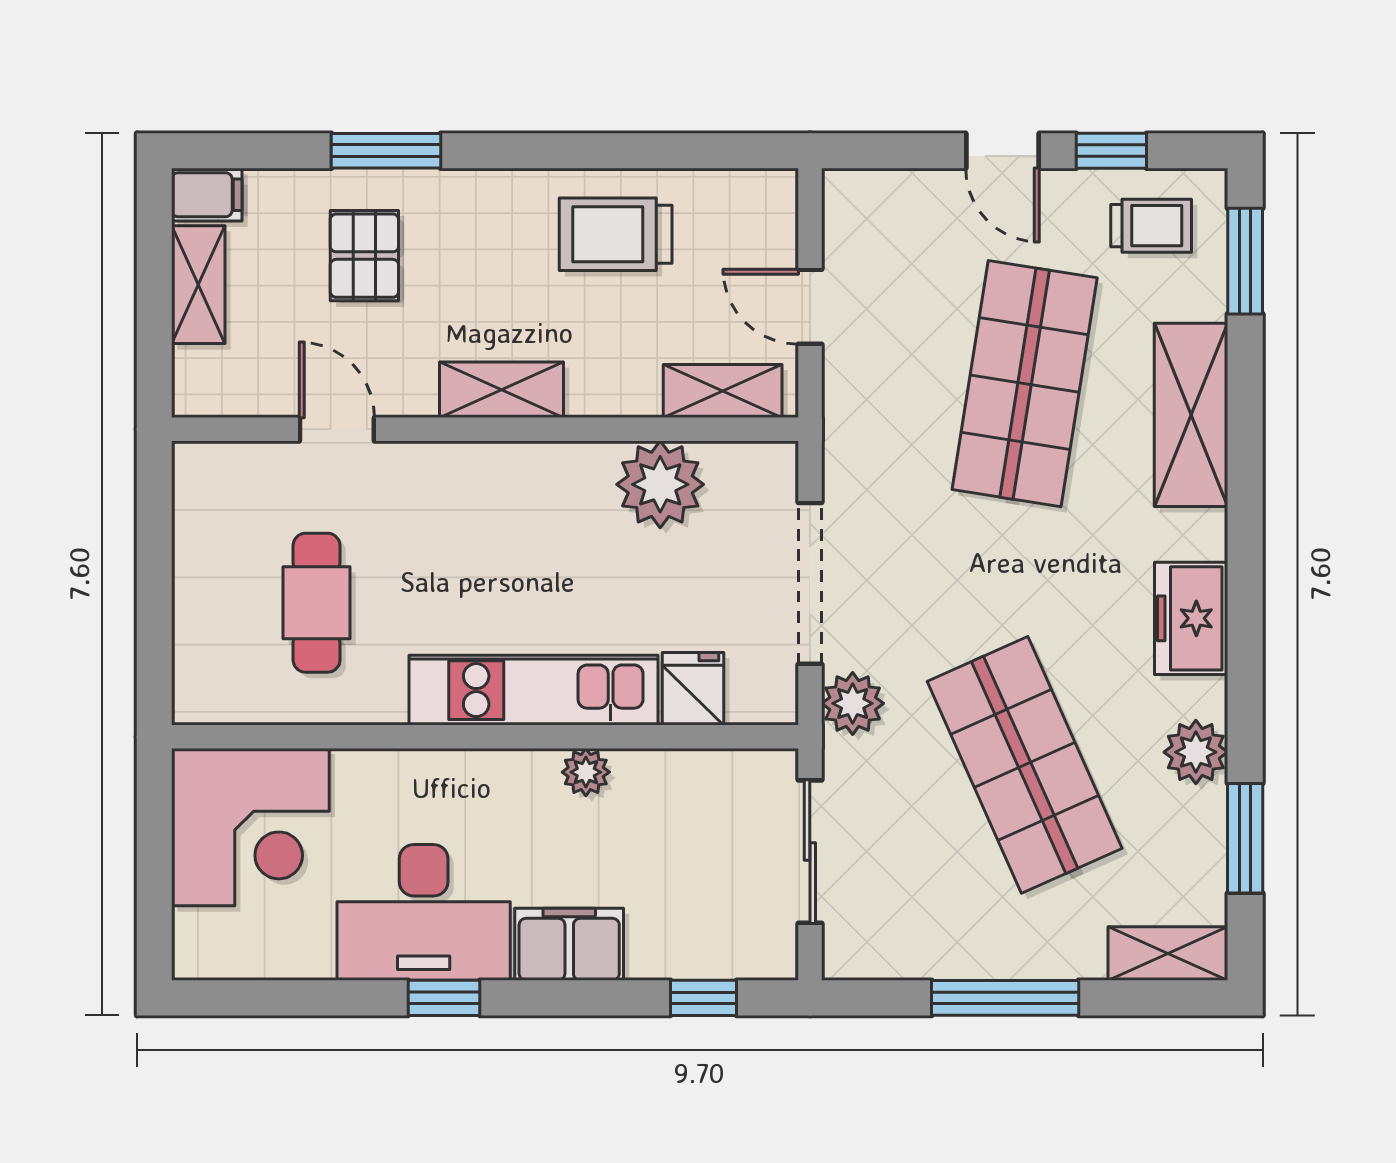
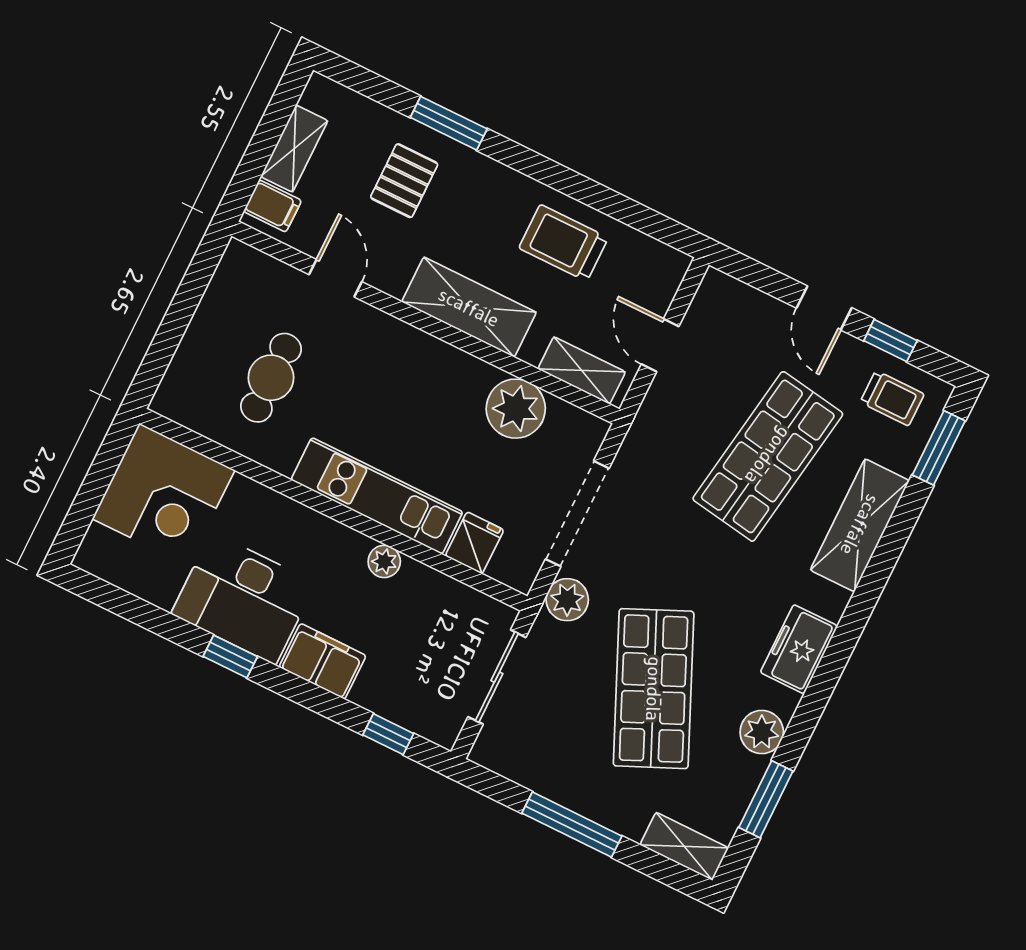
filing cabinet: (207, 195) -> (272, 206), moved
shelving: (501, 390) -> (469, 307), width x1.50, depth x1.33

